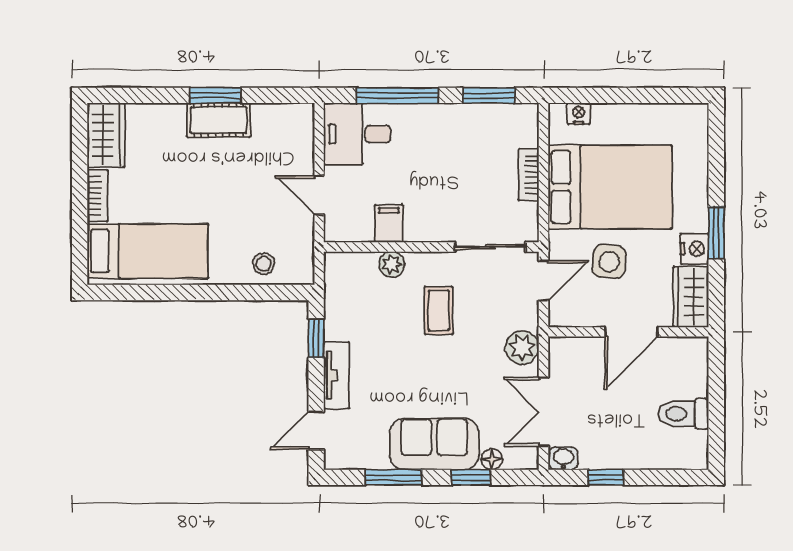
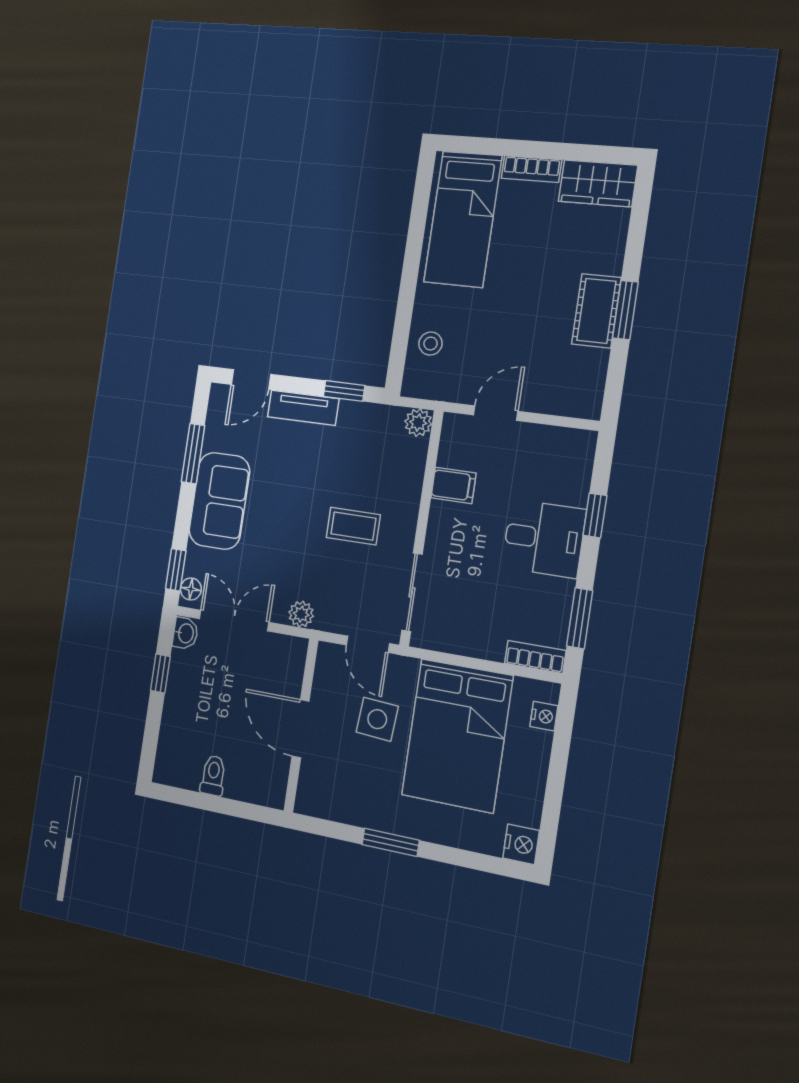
window: (398, 95) -> (595, 516), width x0.46
desk: (357, 134) -> (544, 539), moved, turned 90
bookcase: (529, 175) -> (535, 657), moved
nightstand: (695, 249) -> (521, 844), moved, turned -90
plant: (392, 264) -> (418, 423), moved
wardrobe: (691, 297) -> (327, 800), removed
plant: (522, 348) -> (301, 614), width x0.73, depth x0.73
toilet: (683, 414) -> (213, 775), width x0.73, depth x0.72
door: (316, 430) -> (251, 379), swing flipped
floor lamp: (492, 459) -> (191, 589), moved
window: (471, 477) -> (176, 570), moved

